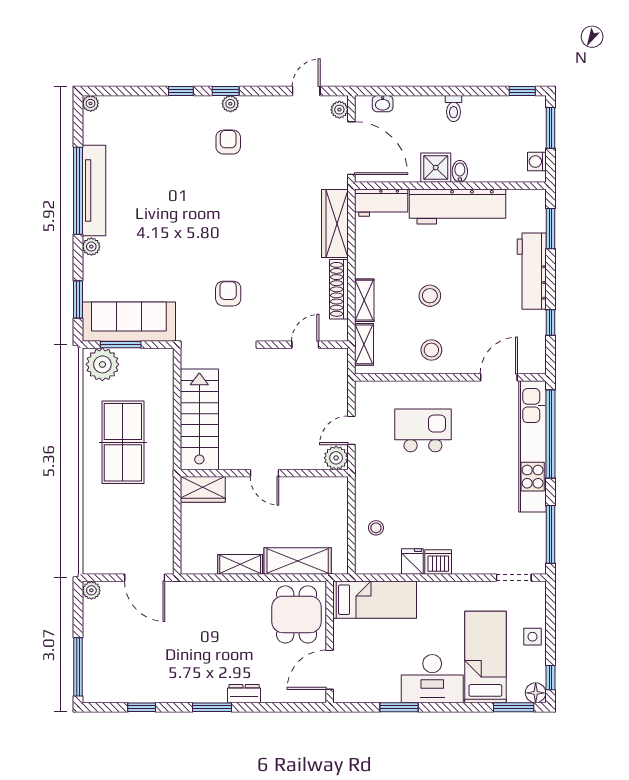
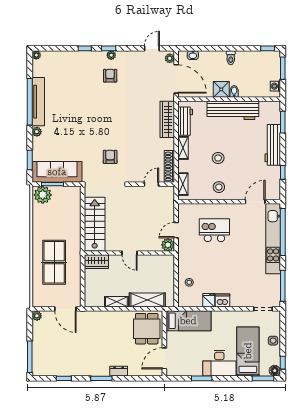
workbench: (381, 203) -> (185, 121), moved, turned -90
shoe rack: (339, 289) -> (169, 166), moved
shelving: (364, 300) -> (183, 148), moved
table tennis table: (123, 442) -> (54, 262), moved

